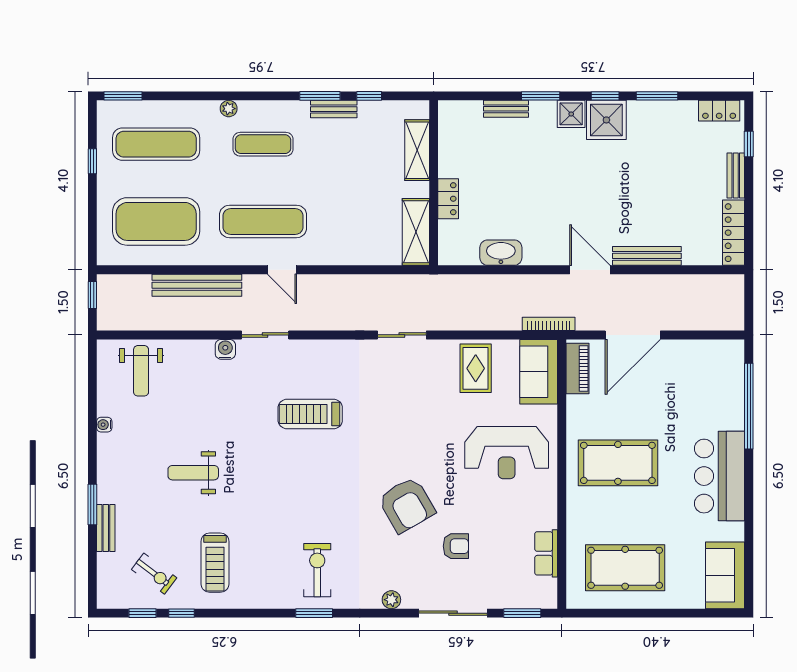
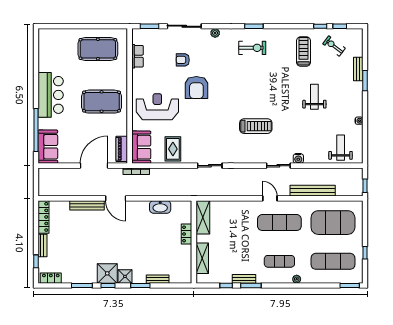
weight bench: (193, 473) -> (314, 97), turned -90
armchair: (407, 505) -> (196, 88), moved, turned -150
exercise bike: (317, 570) -> (252, 48), turned -90
sofa: (725, 575) -> (48, 147), moved

